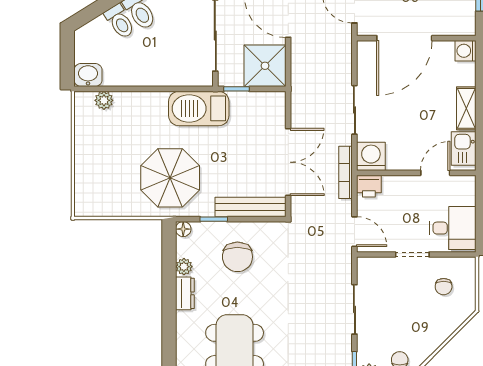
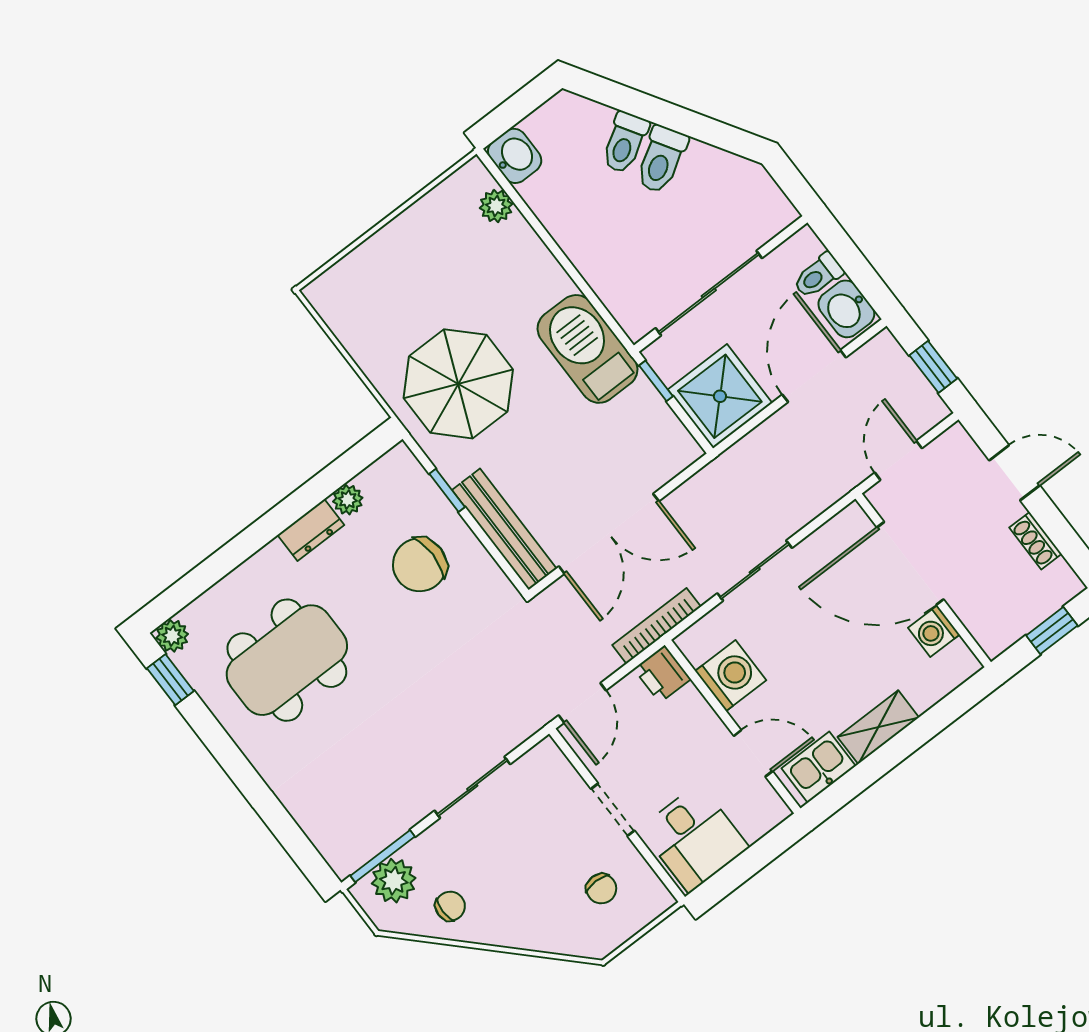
washing machine: (465, 51) -> (934, 631), moved, turned -90
washing machine: (371, 156) -> (731, 676), moved
floor lamp: (183, 229) -> (400, 458), removed
chair: (444, 287) -> (601, 889), turned -90

